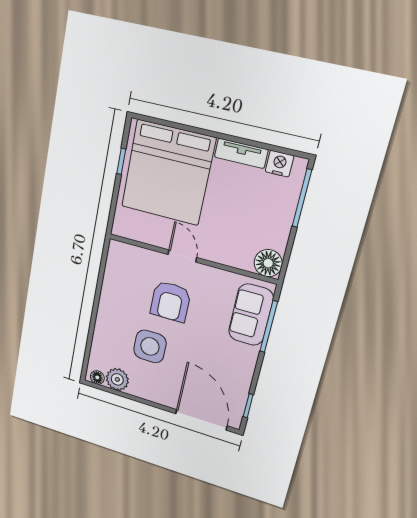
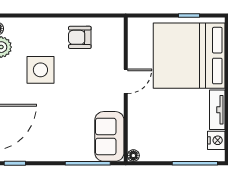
floor lamp: (268, 263) -> (133, 156), width x0.53, depth x0.53
armchair: (170, 301) -> (80, 37), moved, width x0.72, depth x0.72
sofa: (251, 315) -> (109, 136), moved, turned -90

